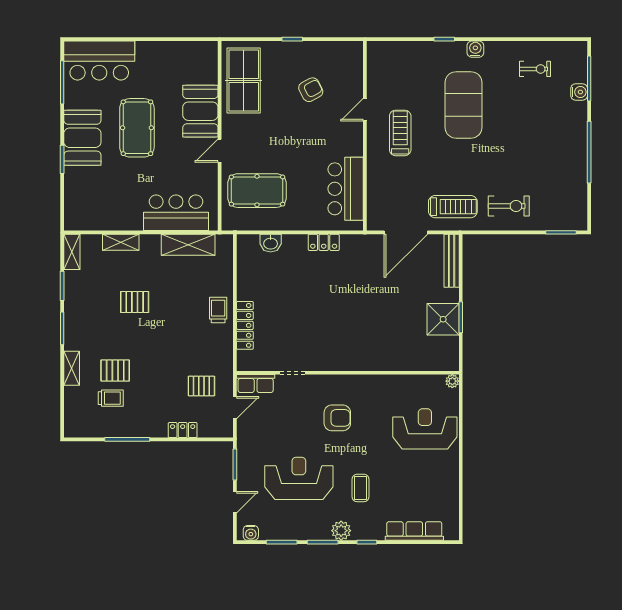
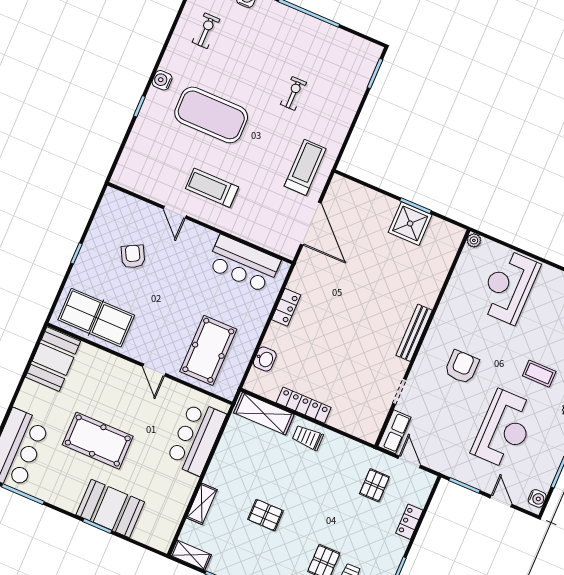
booth: (200, 111) -> (53, 359), moved, turned 90
booth: (82, 138) -> (110, 508), moved
exercise bike: (509, 206) -> (294, 93), moved, width x0.73, depth x0.72
shelving: (188, 245) -> (264, 414), moved, turned 90
bench: (452, 261) -> (414, 333), moved, turned 90
pallet: (135, 302) -> (265, 515), turned 90
locker: (245, 325) -> (304, 405), moved
reception desk: (299, 478) -> (504, 429), turned 180

